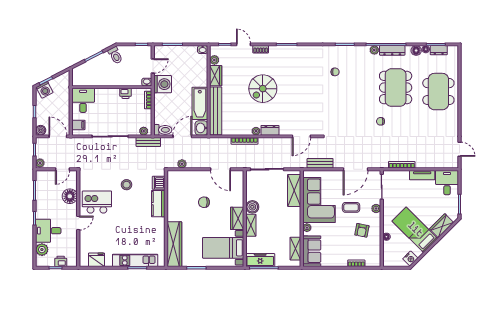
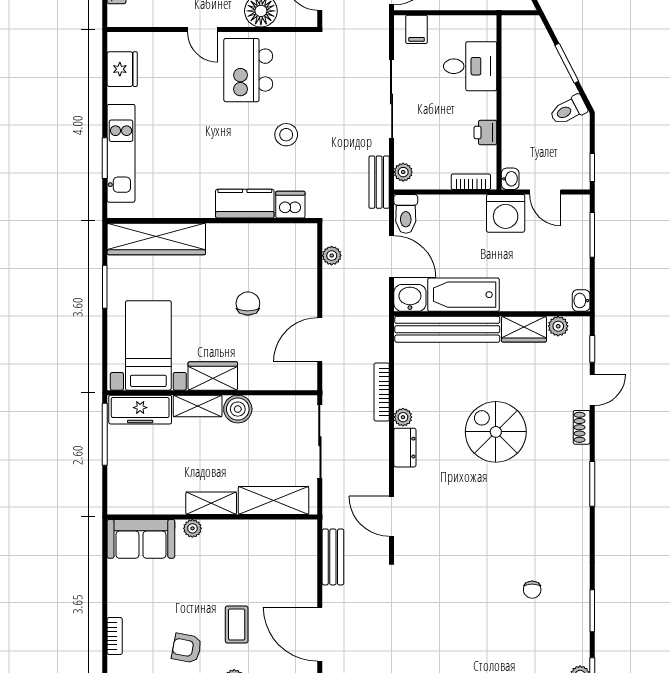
desk: (83, 100) -> (470, 66), moved
corner sofa: (319, 200) -> (253, 554), removed
kitchen island: (97, 202) -> (248, 70), turned 180
shelving: (295, 249) -> (211, 503), moved
freezer: (260, 260) -> (140, 410), moved, turned 90

